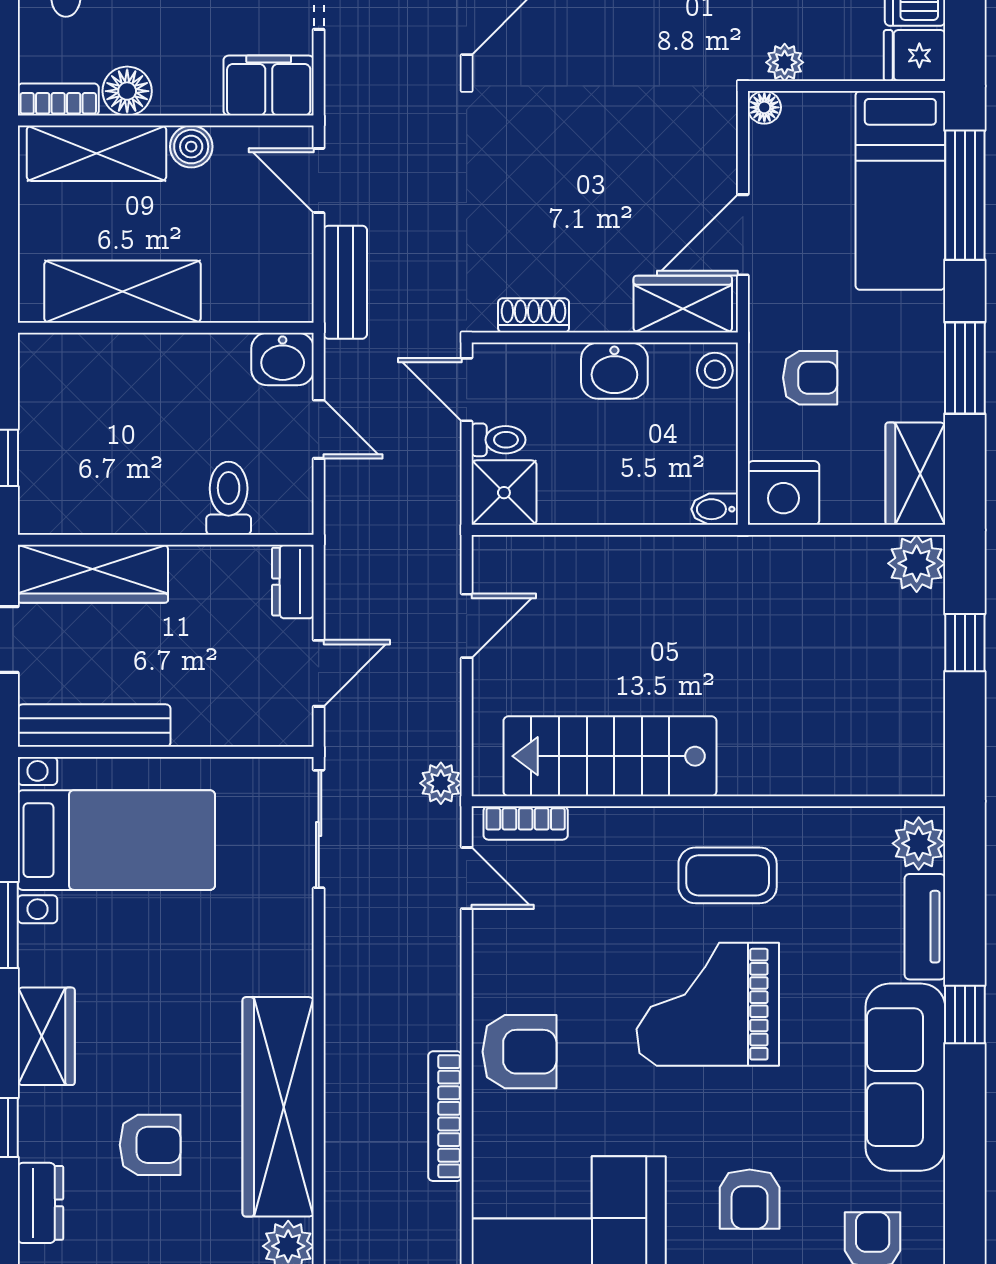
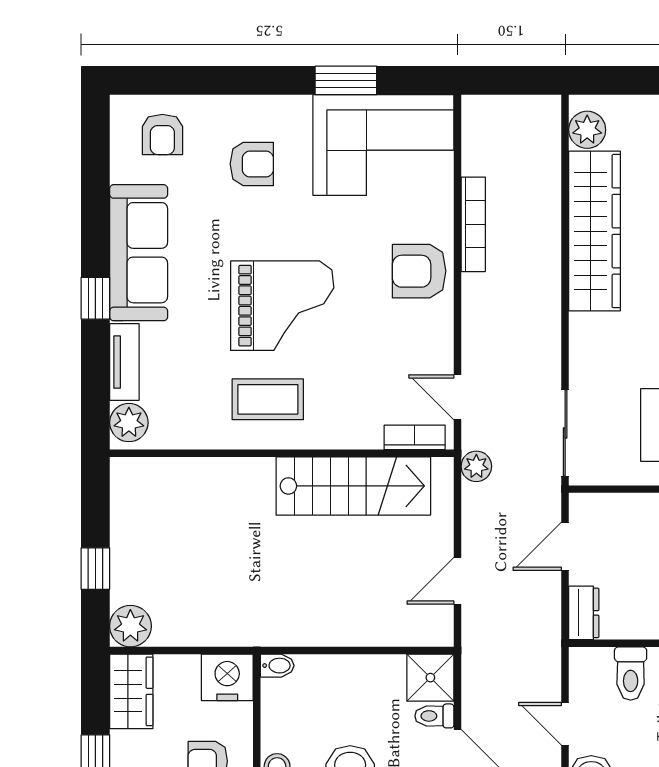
armchair: (750, 1199) -> (252, 164), turned 90

